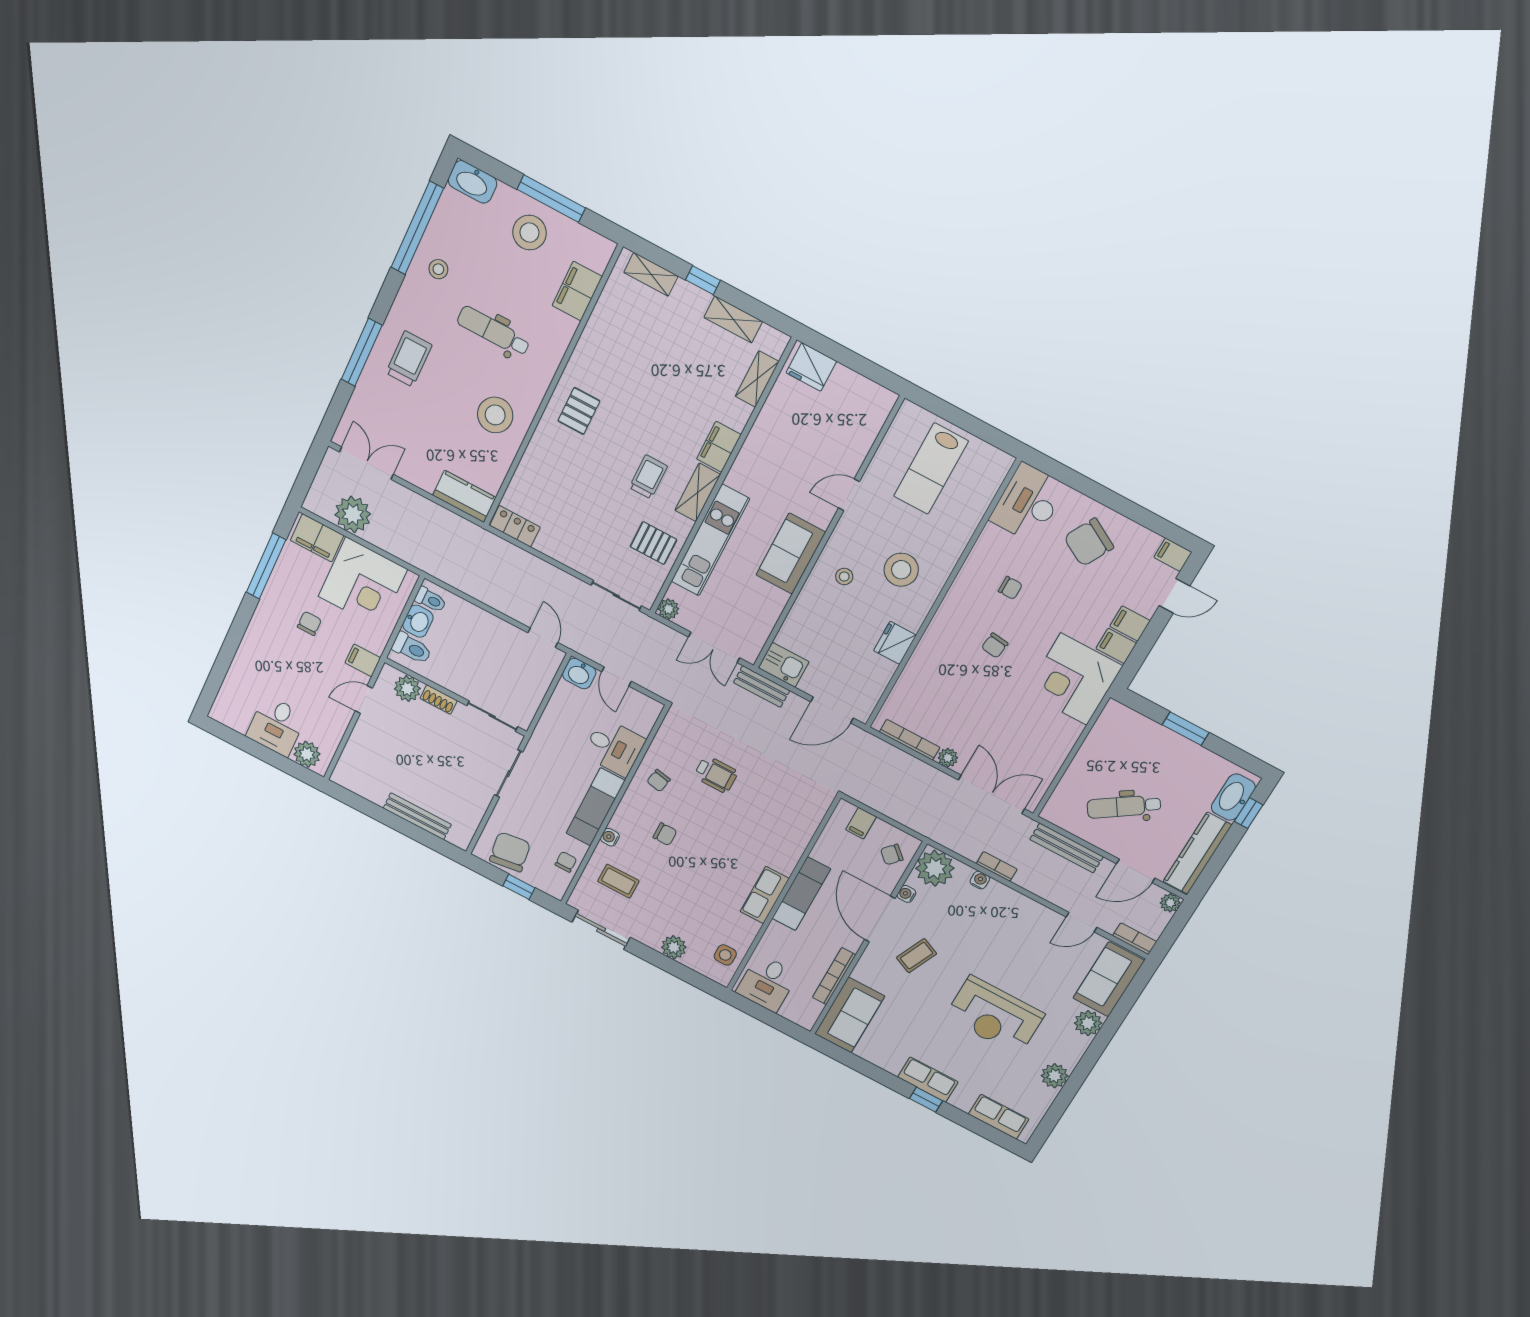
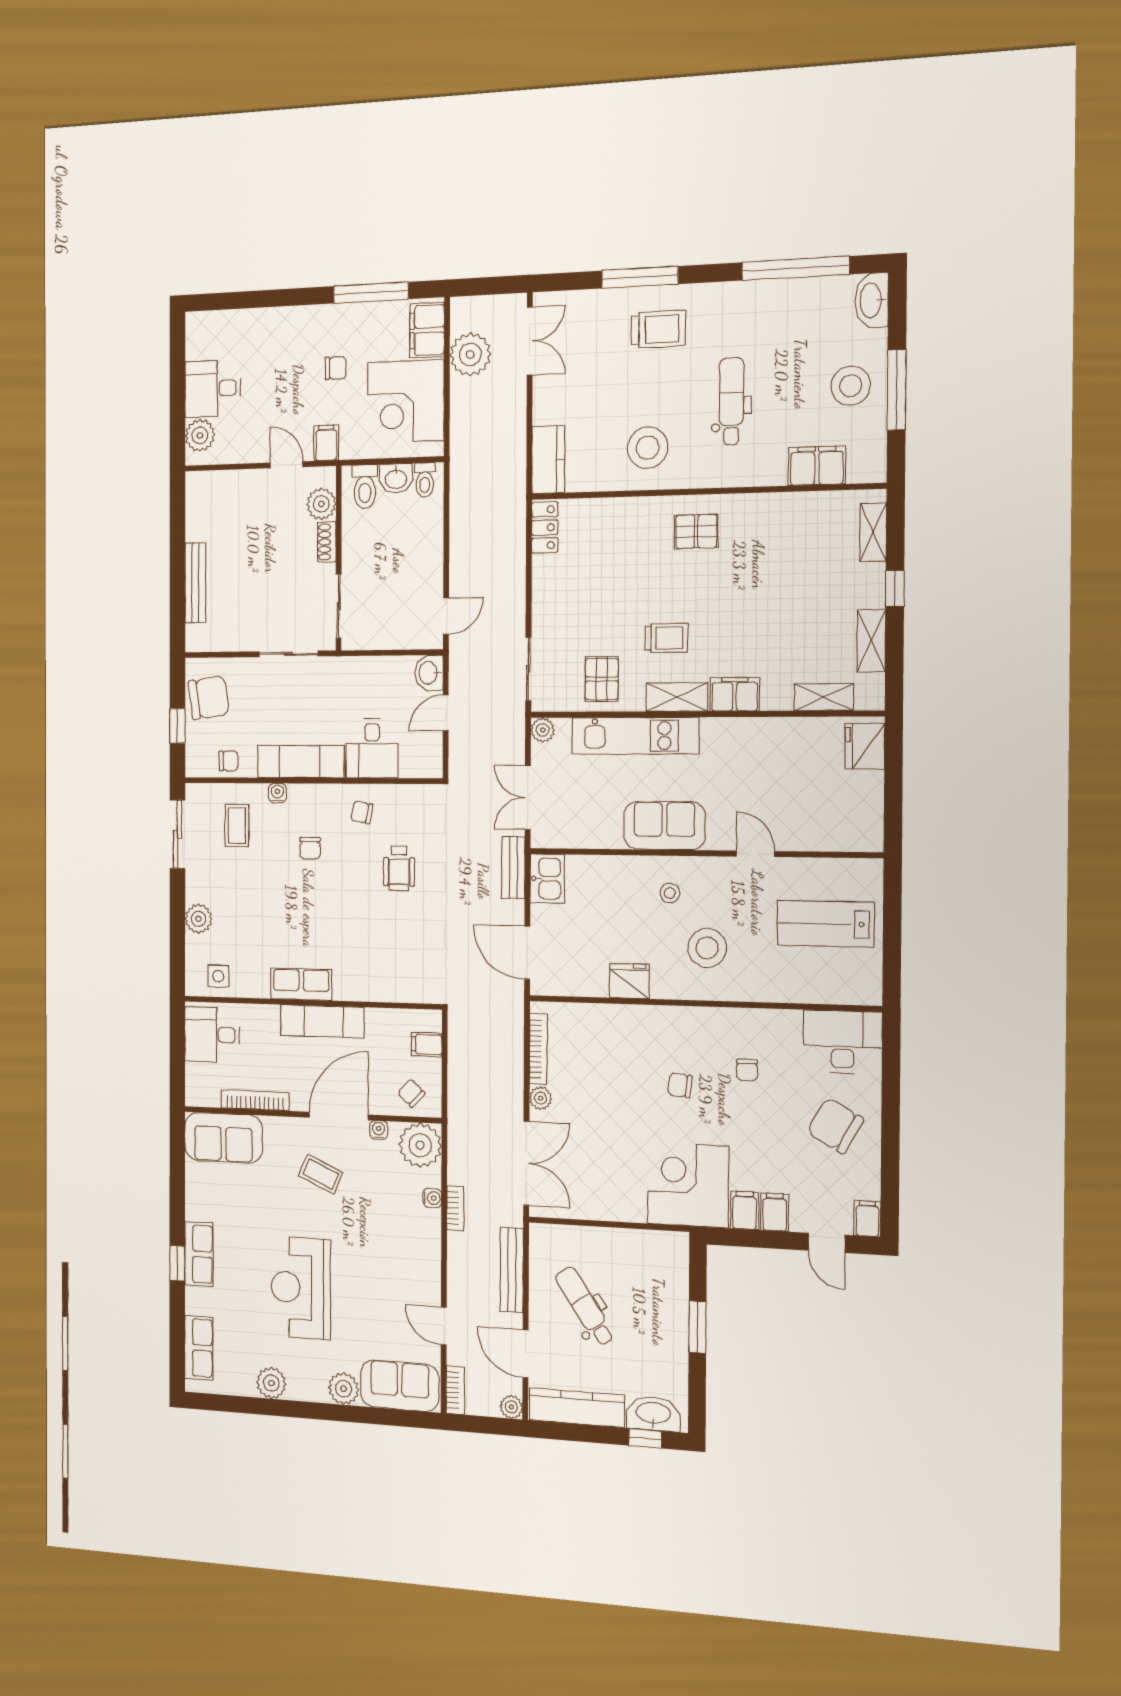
stool: (438, 269) -> (765, 312), removed

